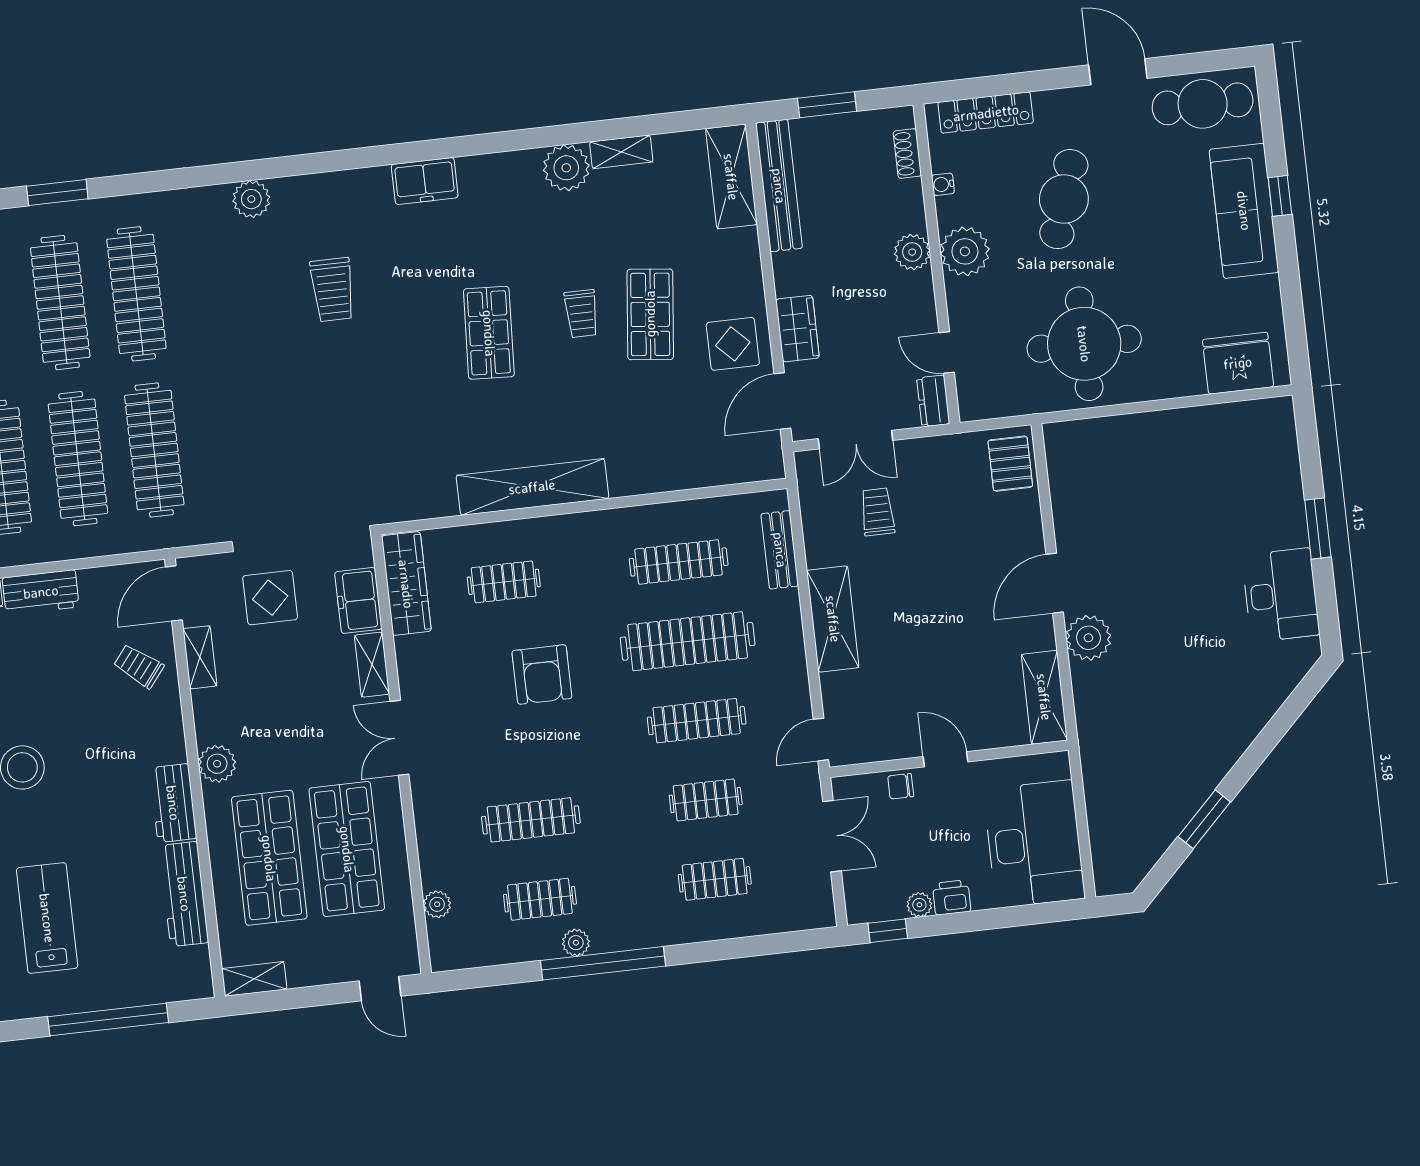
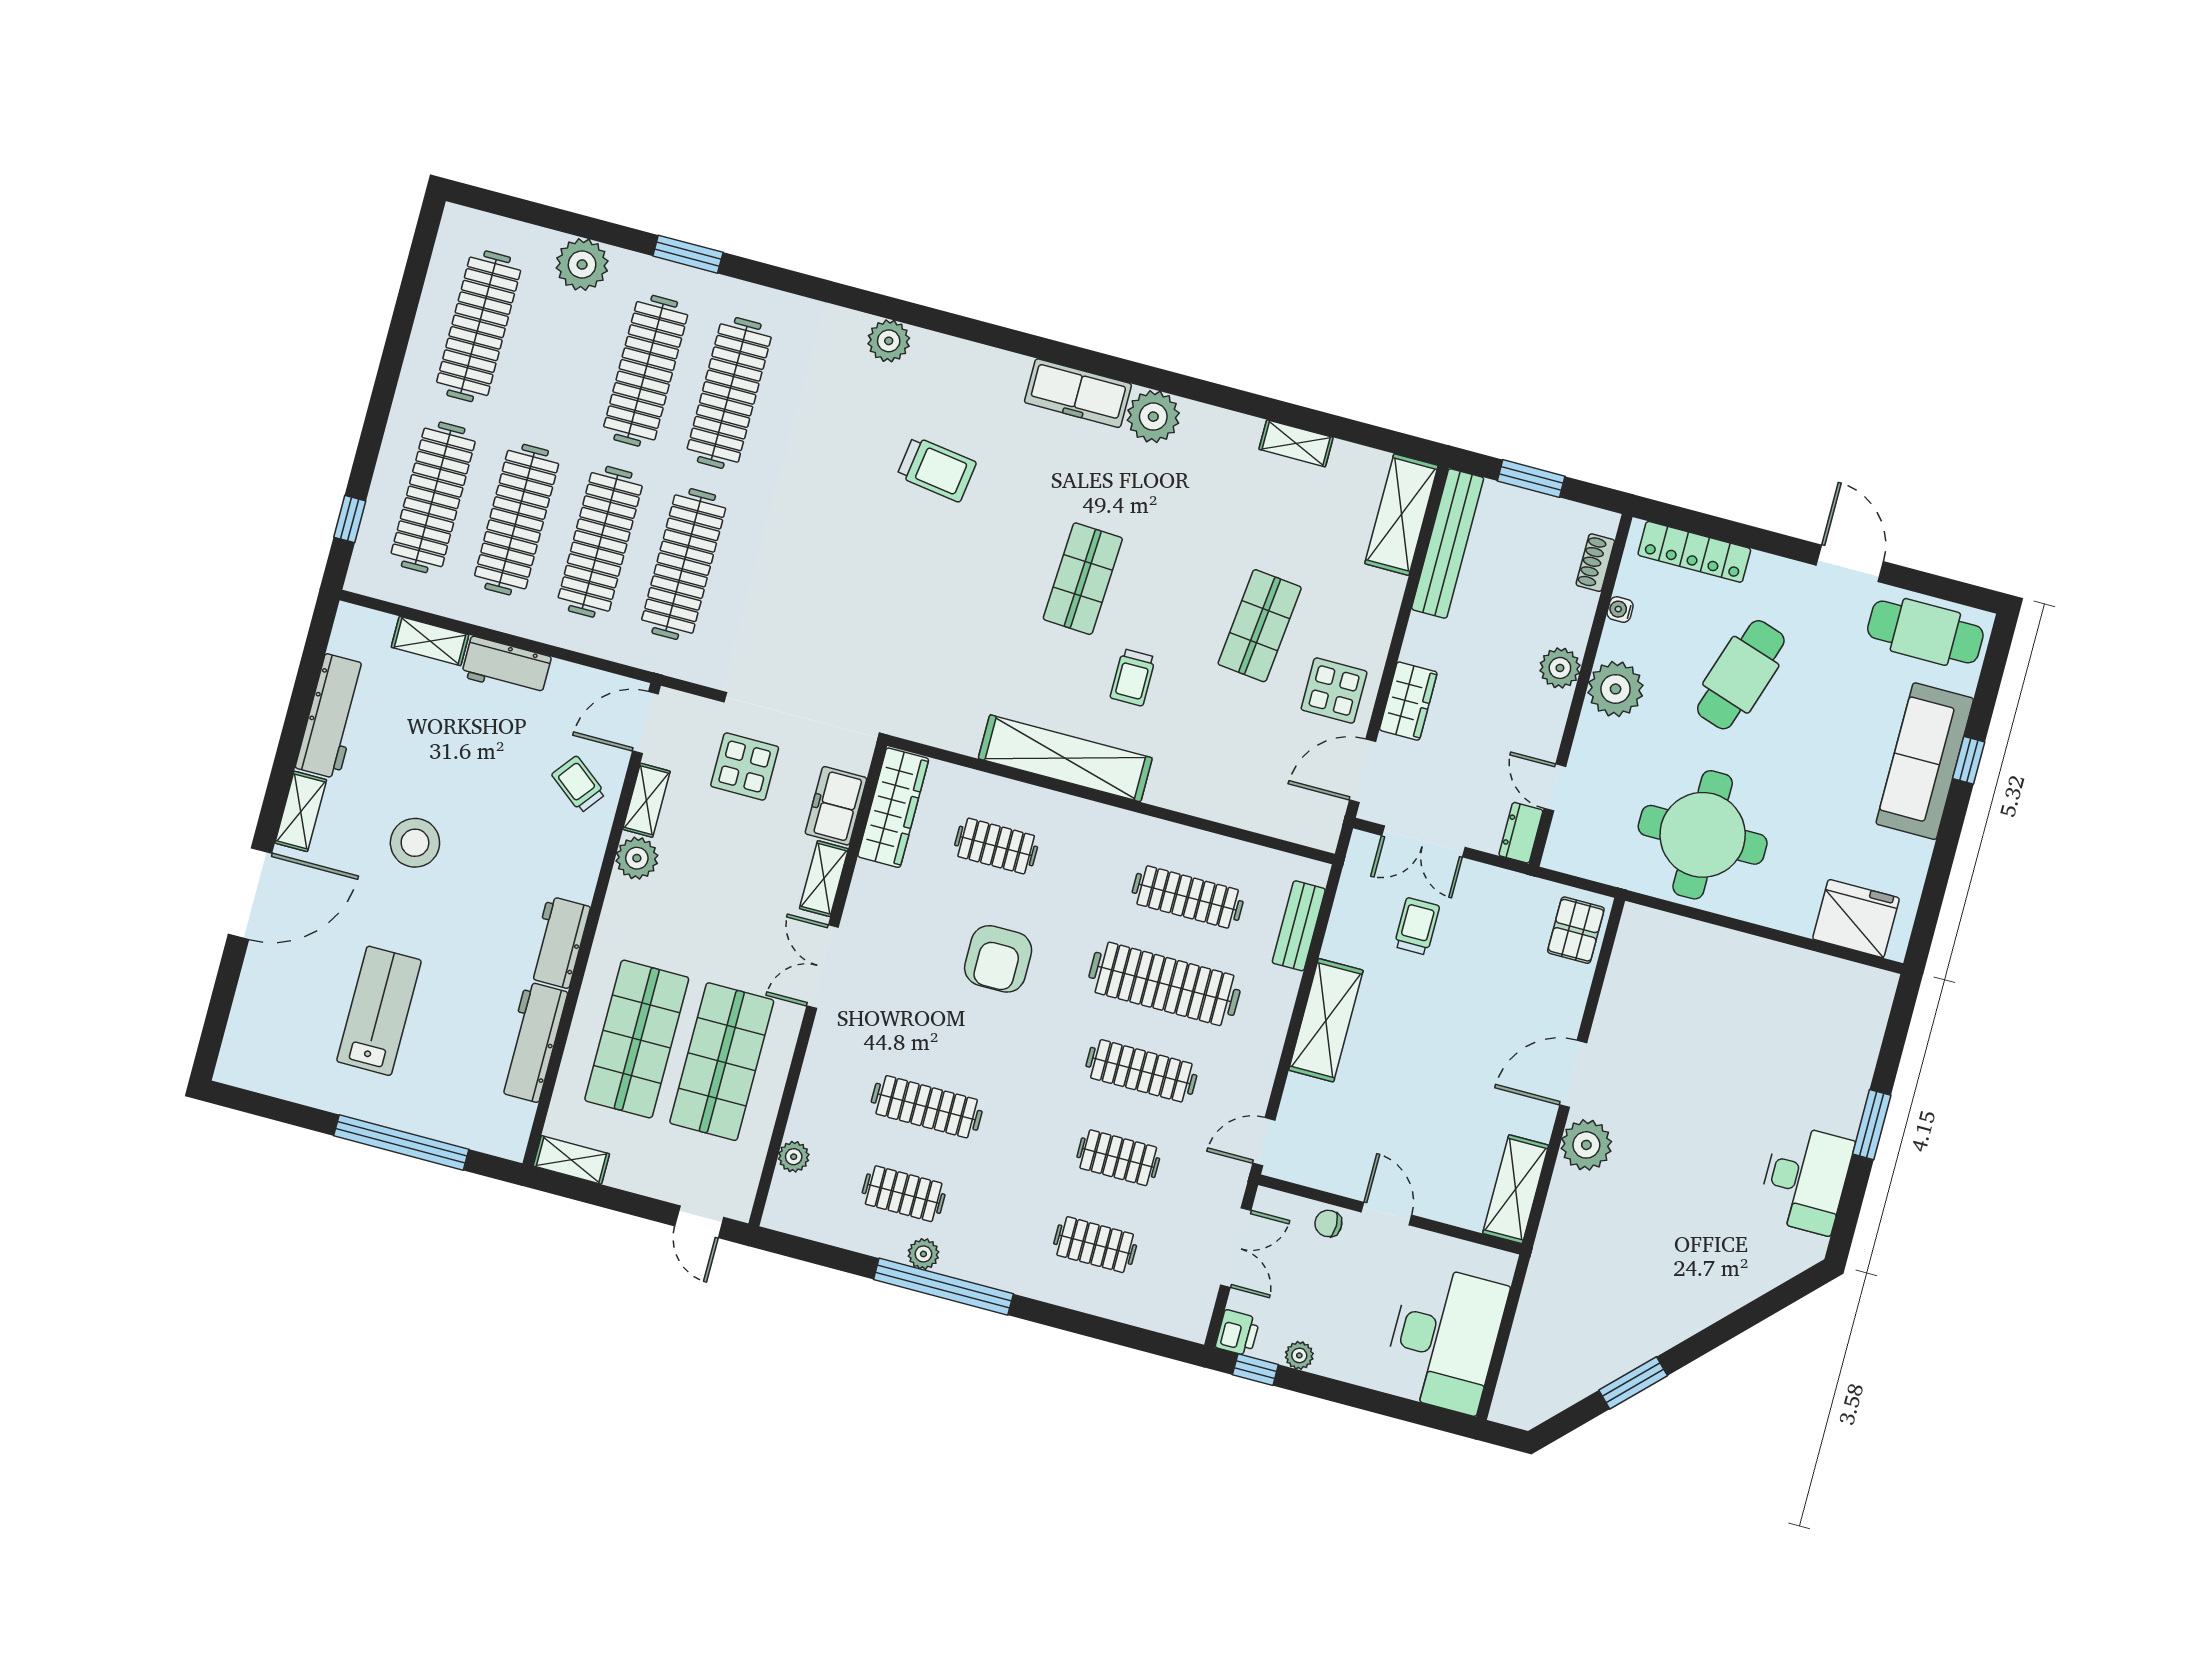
plant: (566, 168) -> (1153, 417), moved
freezer: (425, 181) -> (1078, 393), width x1.40
trolley: (332, 290) -> (937, 469), turned -82
trolley: (581, 314) -> (1133, 677), moved
plant: (217, 764) -> (637, 858), moved
printer: (952, 897) -> (1237, 1333), moved, turned 90

